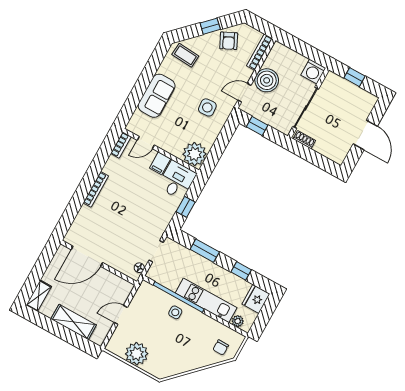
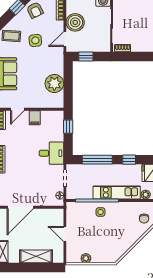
side table: (207, 107) -> (35, 40), moved
plant: (195, 154) -> (54, 83), moved
desk: (177, 180) -> (51, 153), moved, turned 90
window: (186, 207) -> (68, 127), moved
window: (205, 251) -> (97, 160), width x1.44
door: (121, 315) -> (65, 234), hinge flipped
plant: (137, 354) -> (86, 258), width x0.53, depth x0.53

